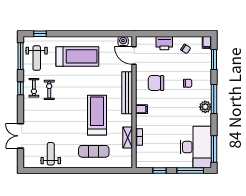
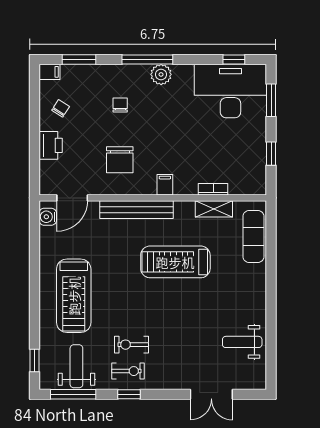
treadmill: (77, 56) -> (74, 296), turned 180
weight bench: (37, 58) -> (76, 366), turned -90
window: (214, 149) -> (234, 60), width x0.46
exercise mat: (94, 151) -> (253, 237), moved
window: (190, 170) -> (271, 100), width x0.69

